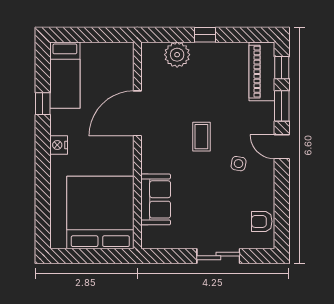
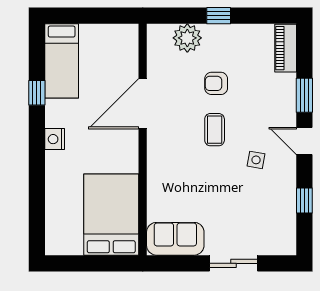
window: (282, 68) -> (304, 201), moved
piano: (262, 72) -> (286, 48), width x0.73, depth x0.75
sofa: (156, 199) -> (175, 239), moved, turned -90
bed: (100, 212) -> (111, 215), width x0.73
armchair: (262, 221) -> (216, 83), moved

